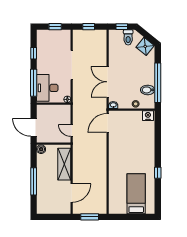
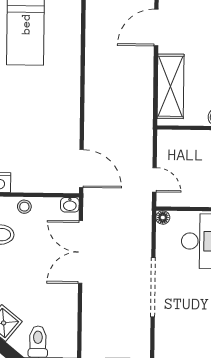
double door: (108, 82) -> (80, 252), swing flipped
door: (108, 123) -> (81, 169), hinge flipped
door: (72, 130) -> (154, 180), moved

